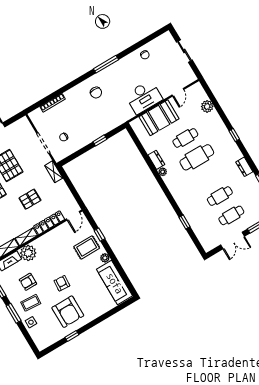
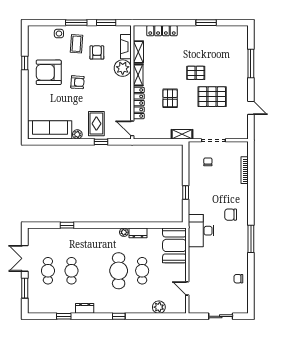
desk: (144, 97) -> (201, 231), moved
booth: (159, 118) -> (174, 245), moved

